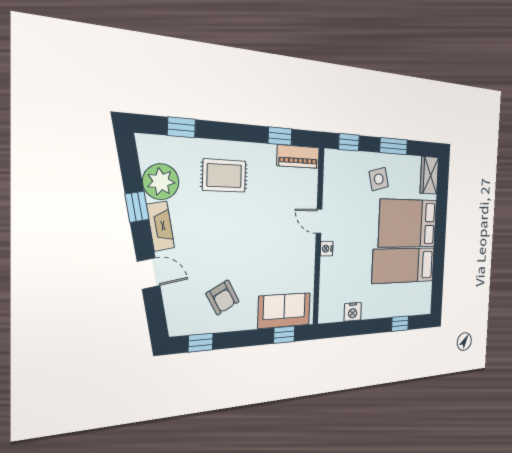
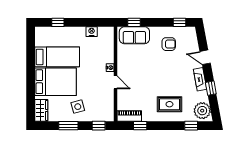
plant: (161, 182) -> (202, 111), moved
armchair: (223, 297) -> (169, 44), turned 119

